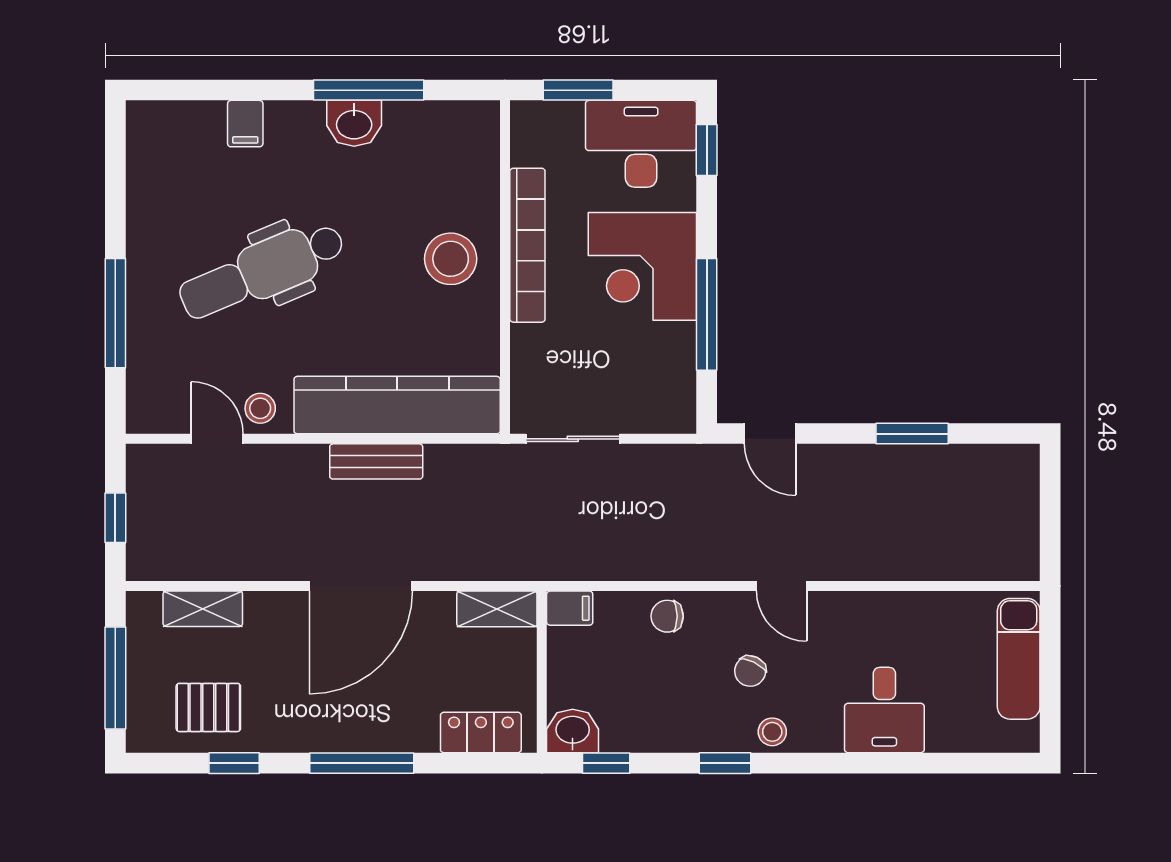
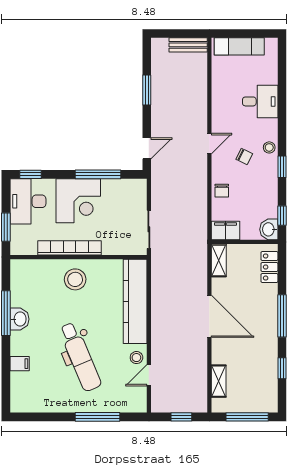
bench: (376, 461) -> (188, 45), moved, turned 90
filing cabinet: (570, 608) -> (225, 231), width x2.00
pallet: (208, 707) -> (259, 379), removed

